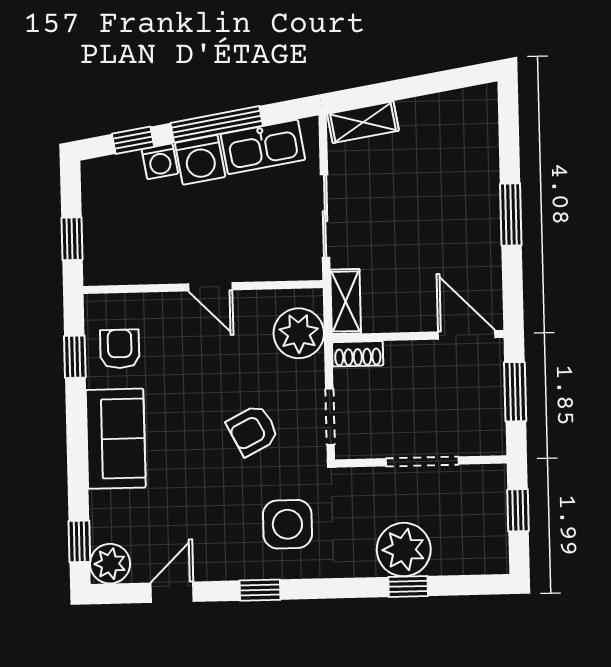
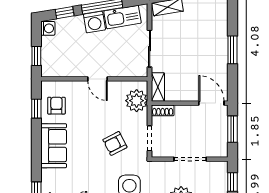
washing machine: (160, 161) -> (48, 28), moved, turned -81

